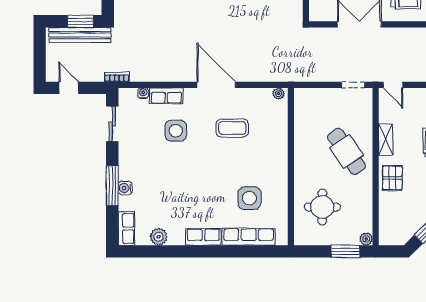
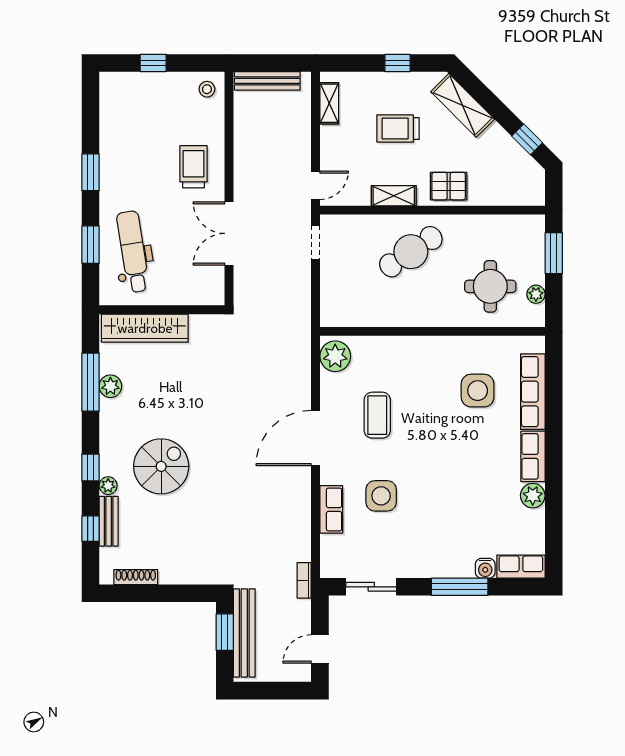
water cooler: (143, 93) -> (327, 543), removed
plant: (278, 94) -> (335, 356), width x1.87, depth x1.87
water cooler: (125, 188) -> (485, 568), moved
plant: (159, 237) -> (533, 496), moved
plant: (366, 239) -> (536, 294), moved

